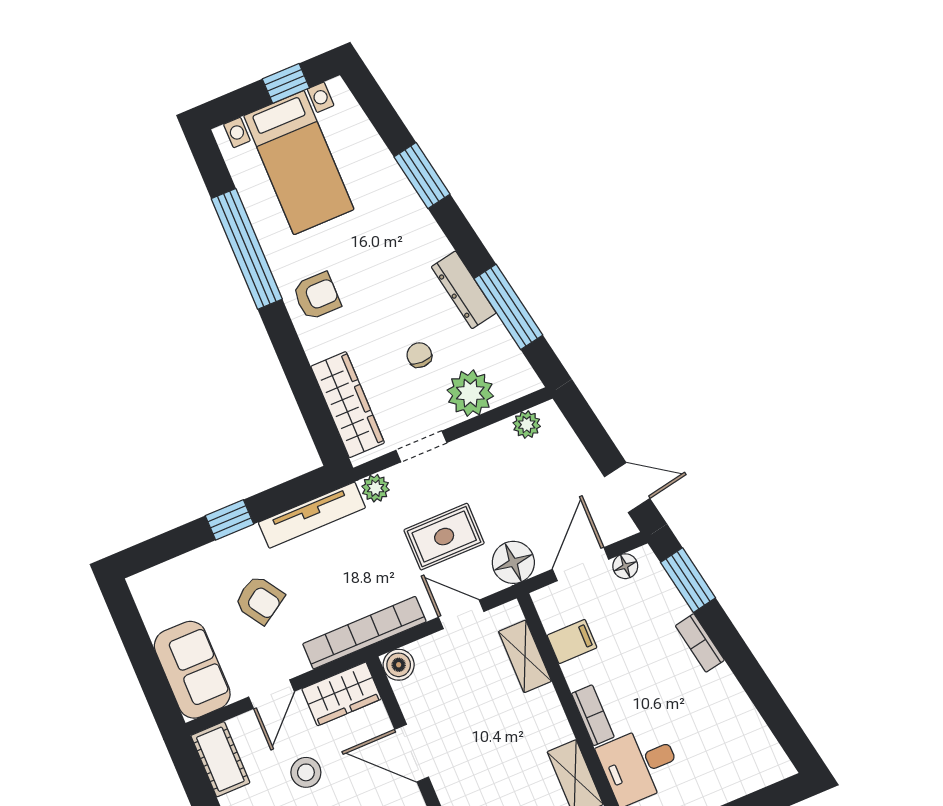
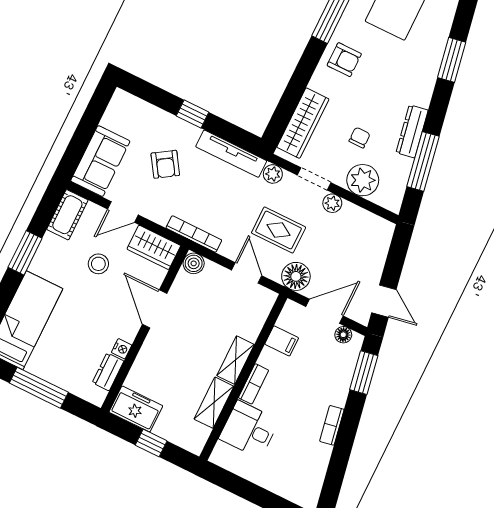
plant: (527, 425) -> (332, 203), moved
bookcase: (364, 633) -> (194, 234), width x0.68, depth x0.76
bookcase: (700, 643) -> (332, 425), moved
shelving: (525, 656) -> (236, 360), moved

